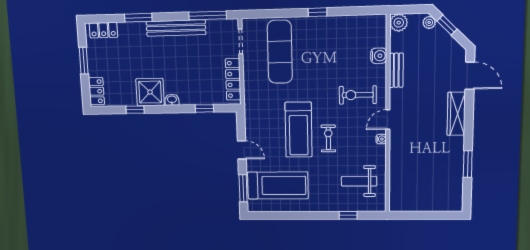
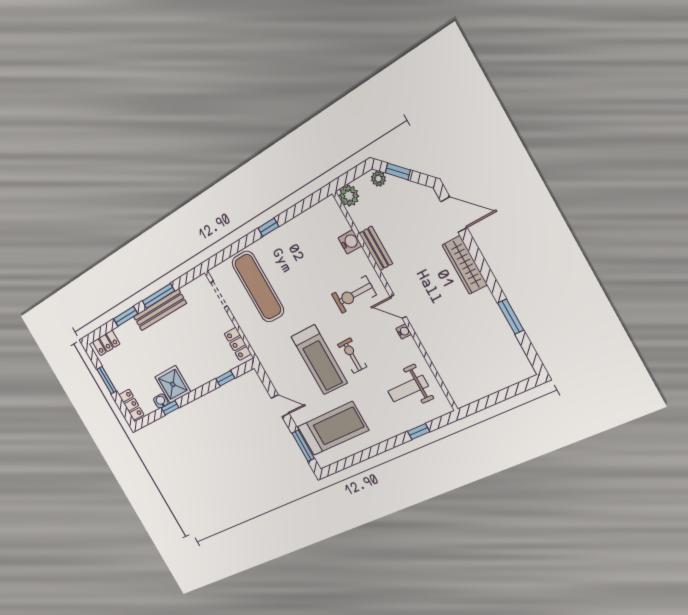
window: (208, 16) -> (158, 296), moved
locker: (233, 79) -> (238, 344), width x0.66
washbasin: (172, 100) -> (161, 401), moved
door: (388, 120) -> (398, 307), hinge flipped

